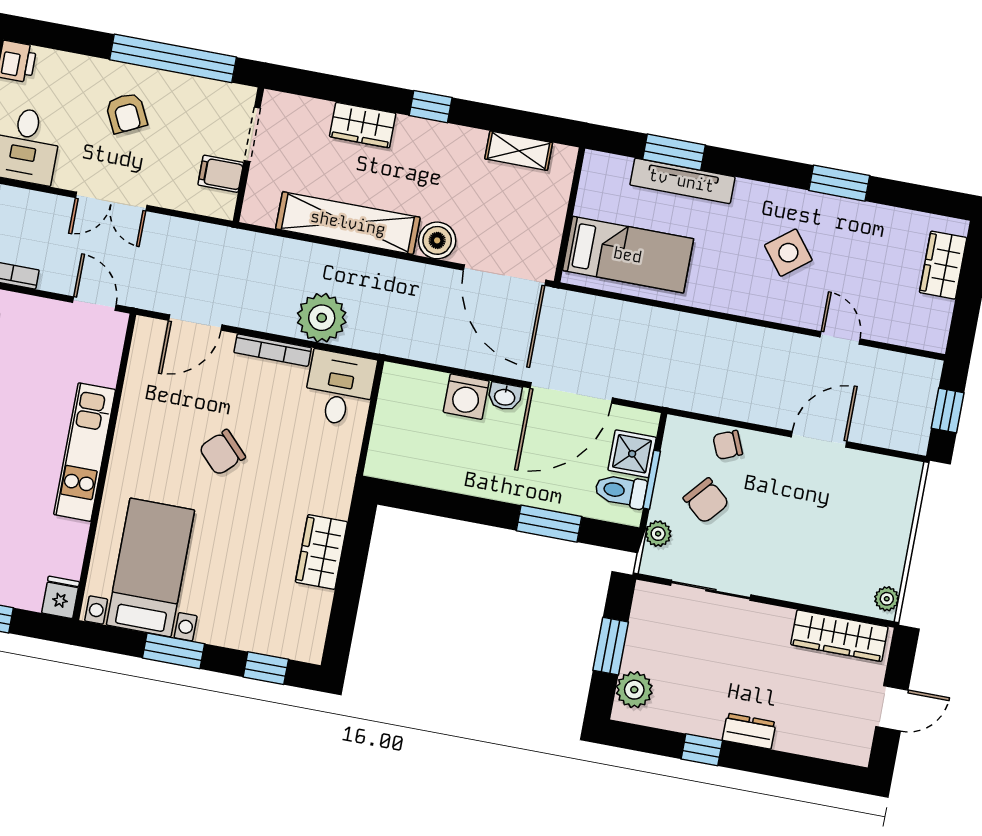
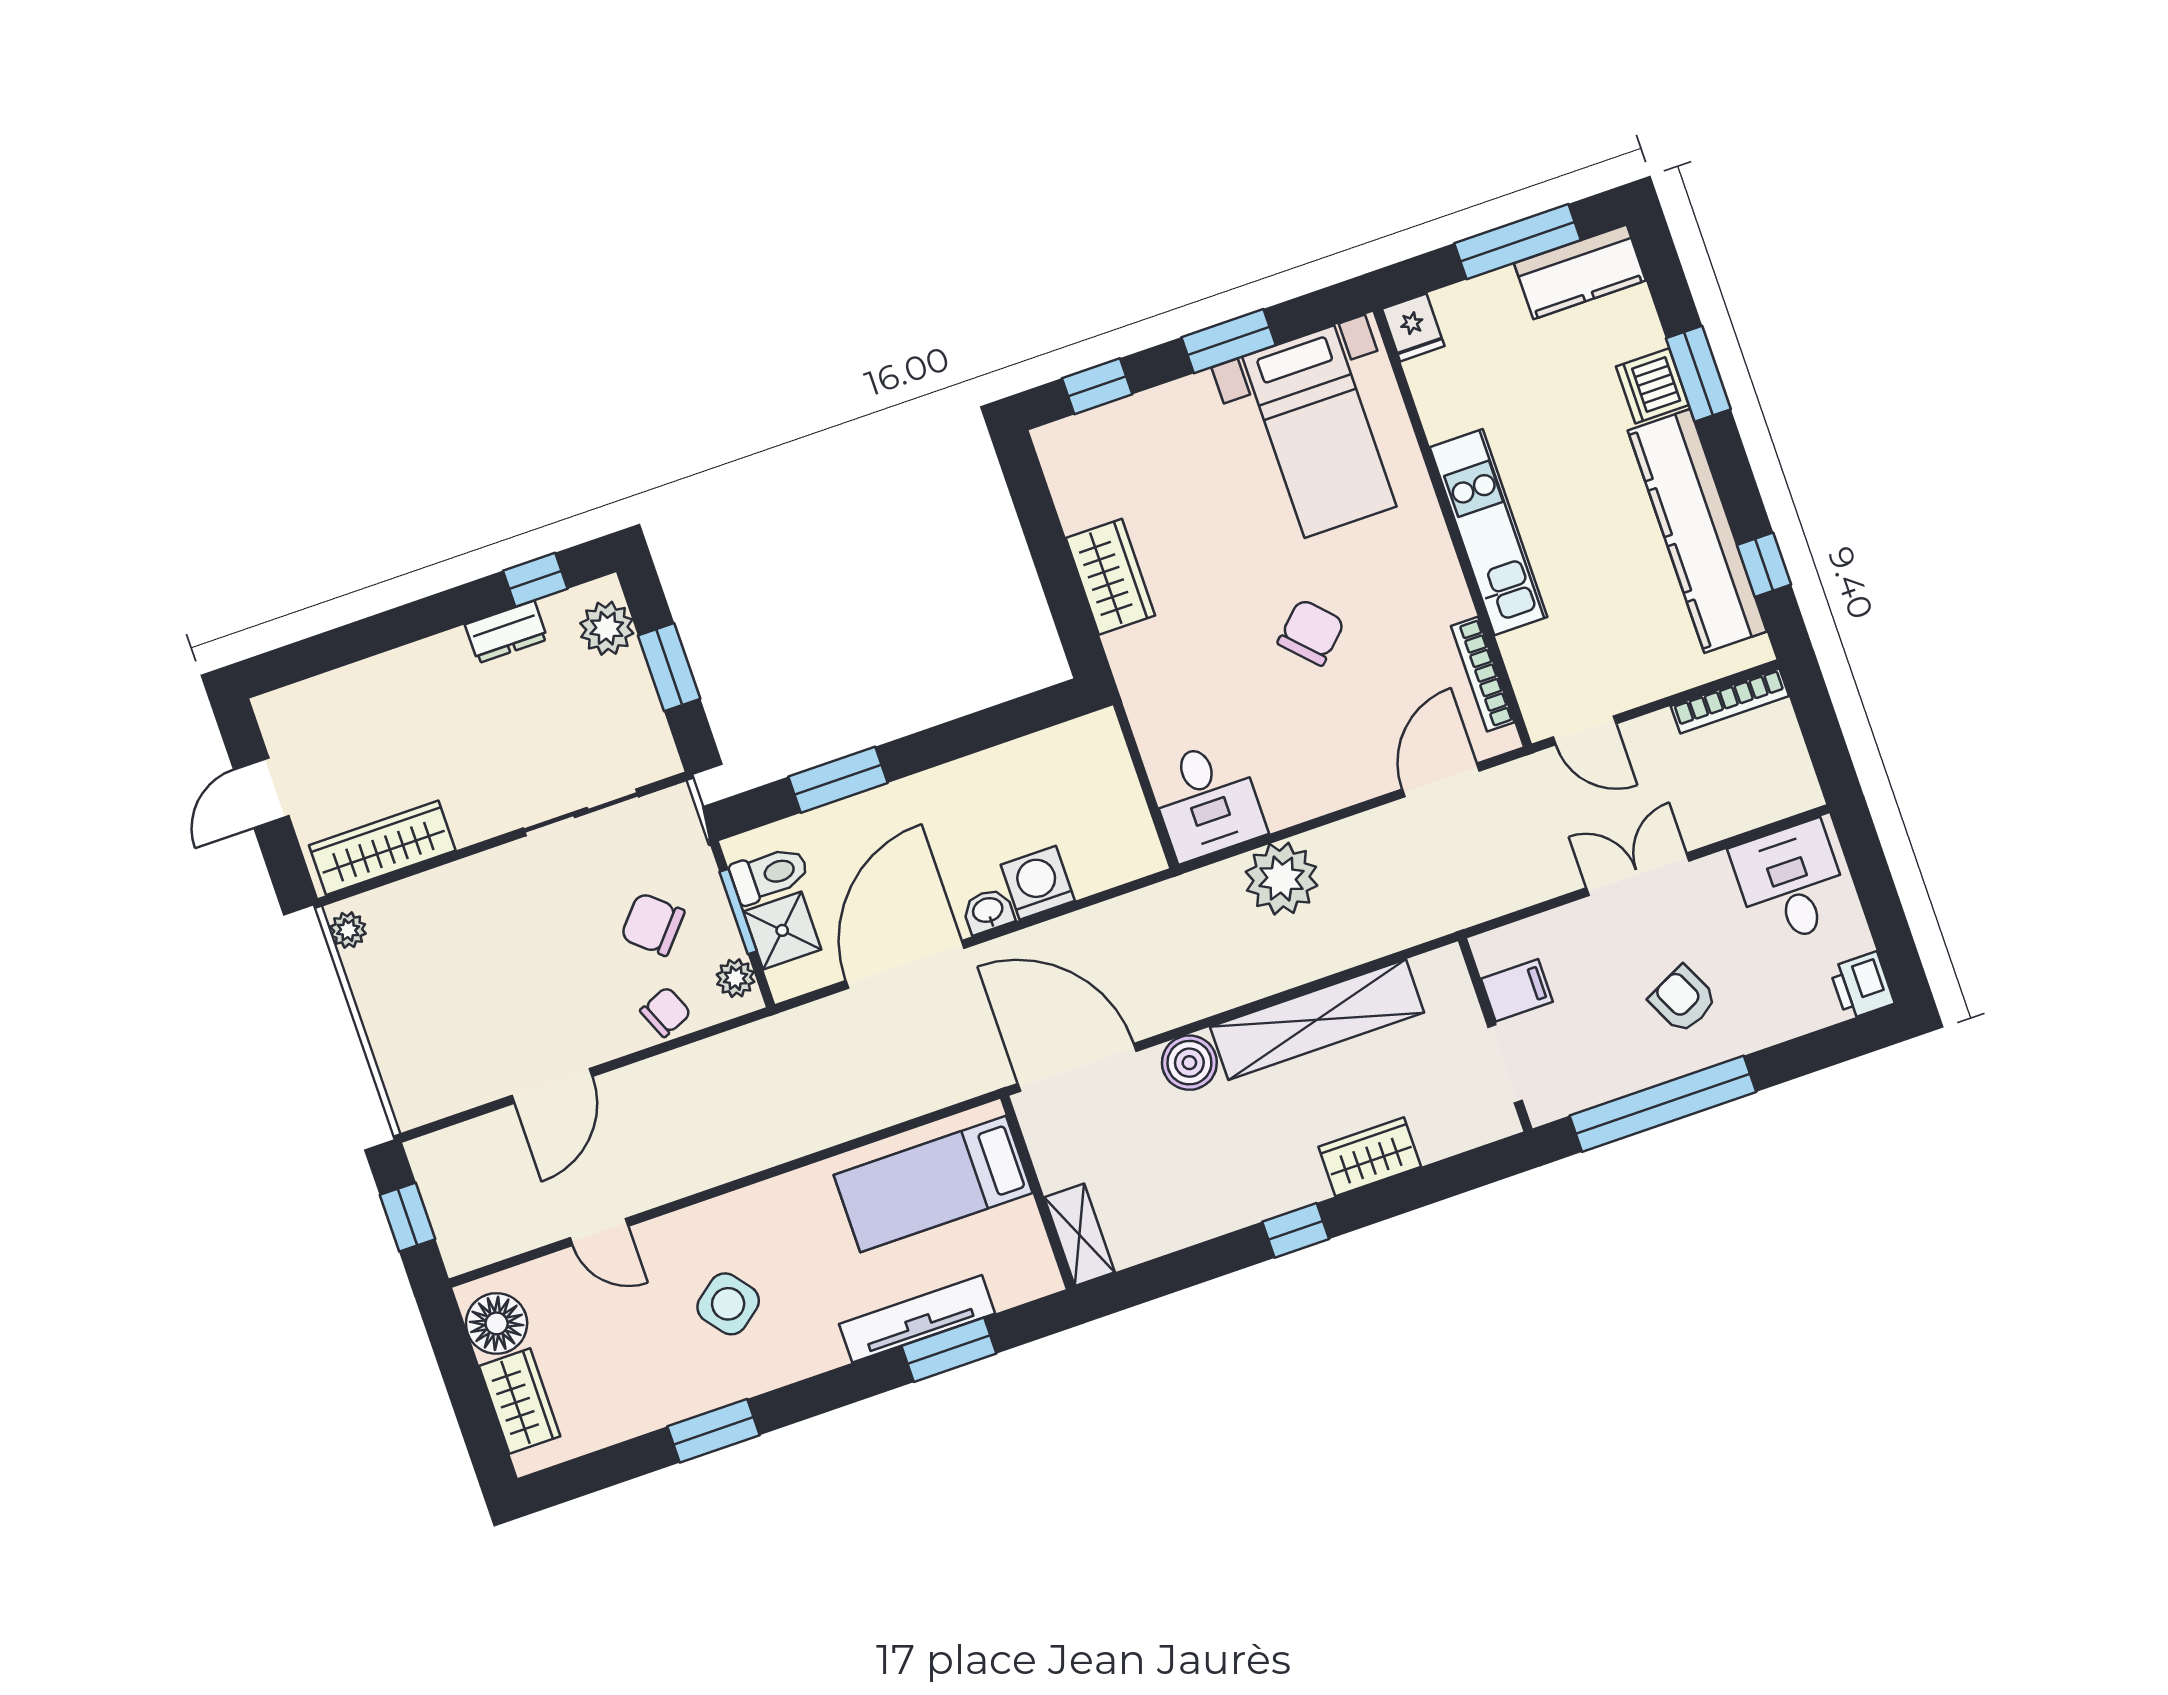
shelving: (519, 151) -> (1080, 1235), moved, turned 90
floor lamp: (931, 318) -> (497, 1323), added
bookcase: (273, 350) -> (1483, 674), moved, turned -90
plant: (658, 534) -> (736, 978), moved
dresser: (749, 731) -> (506, 632), moved
window: (702, 750) -> (535, 580), moved

